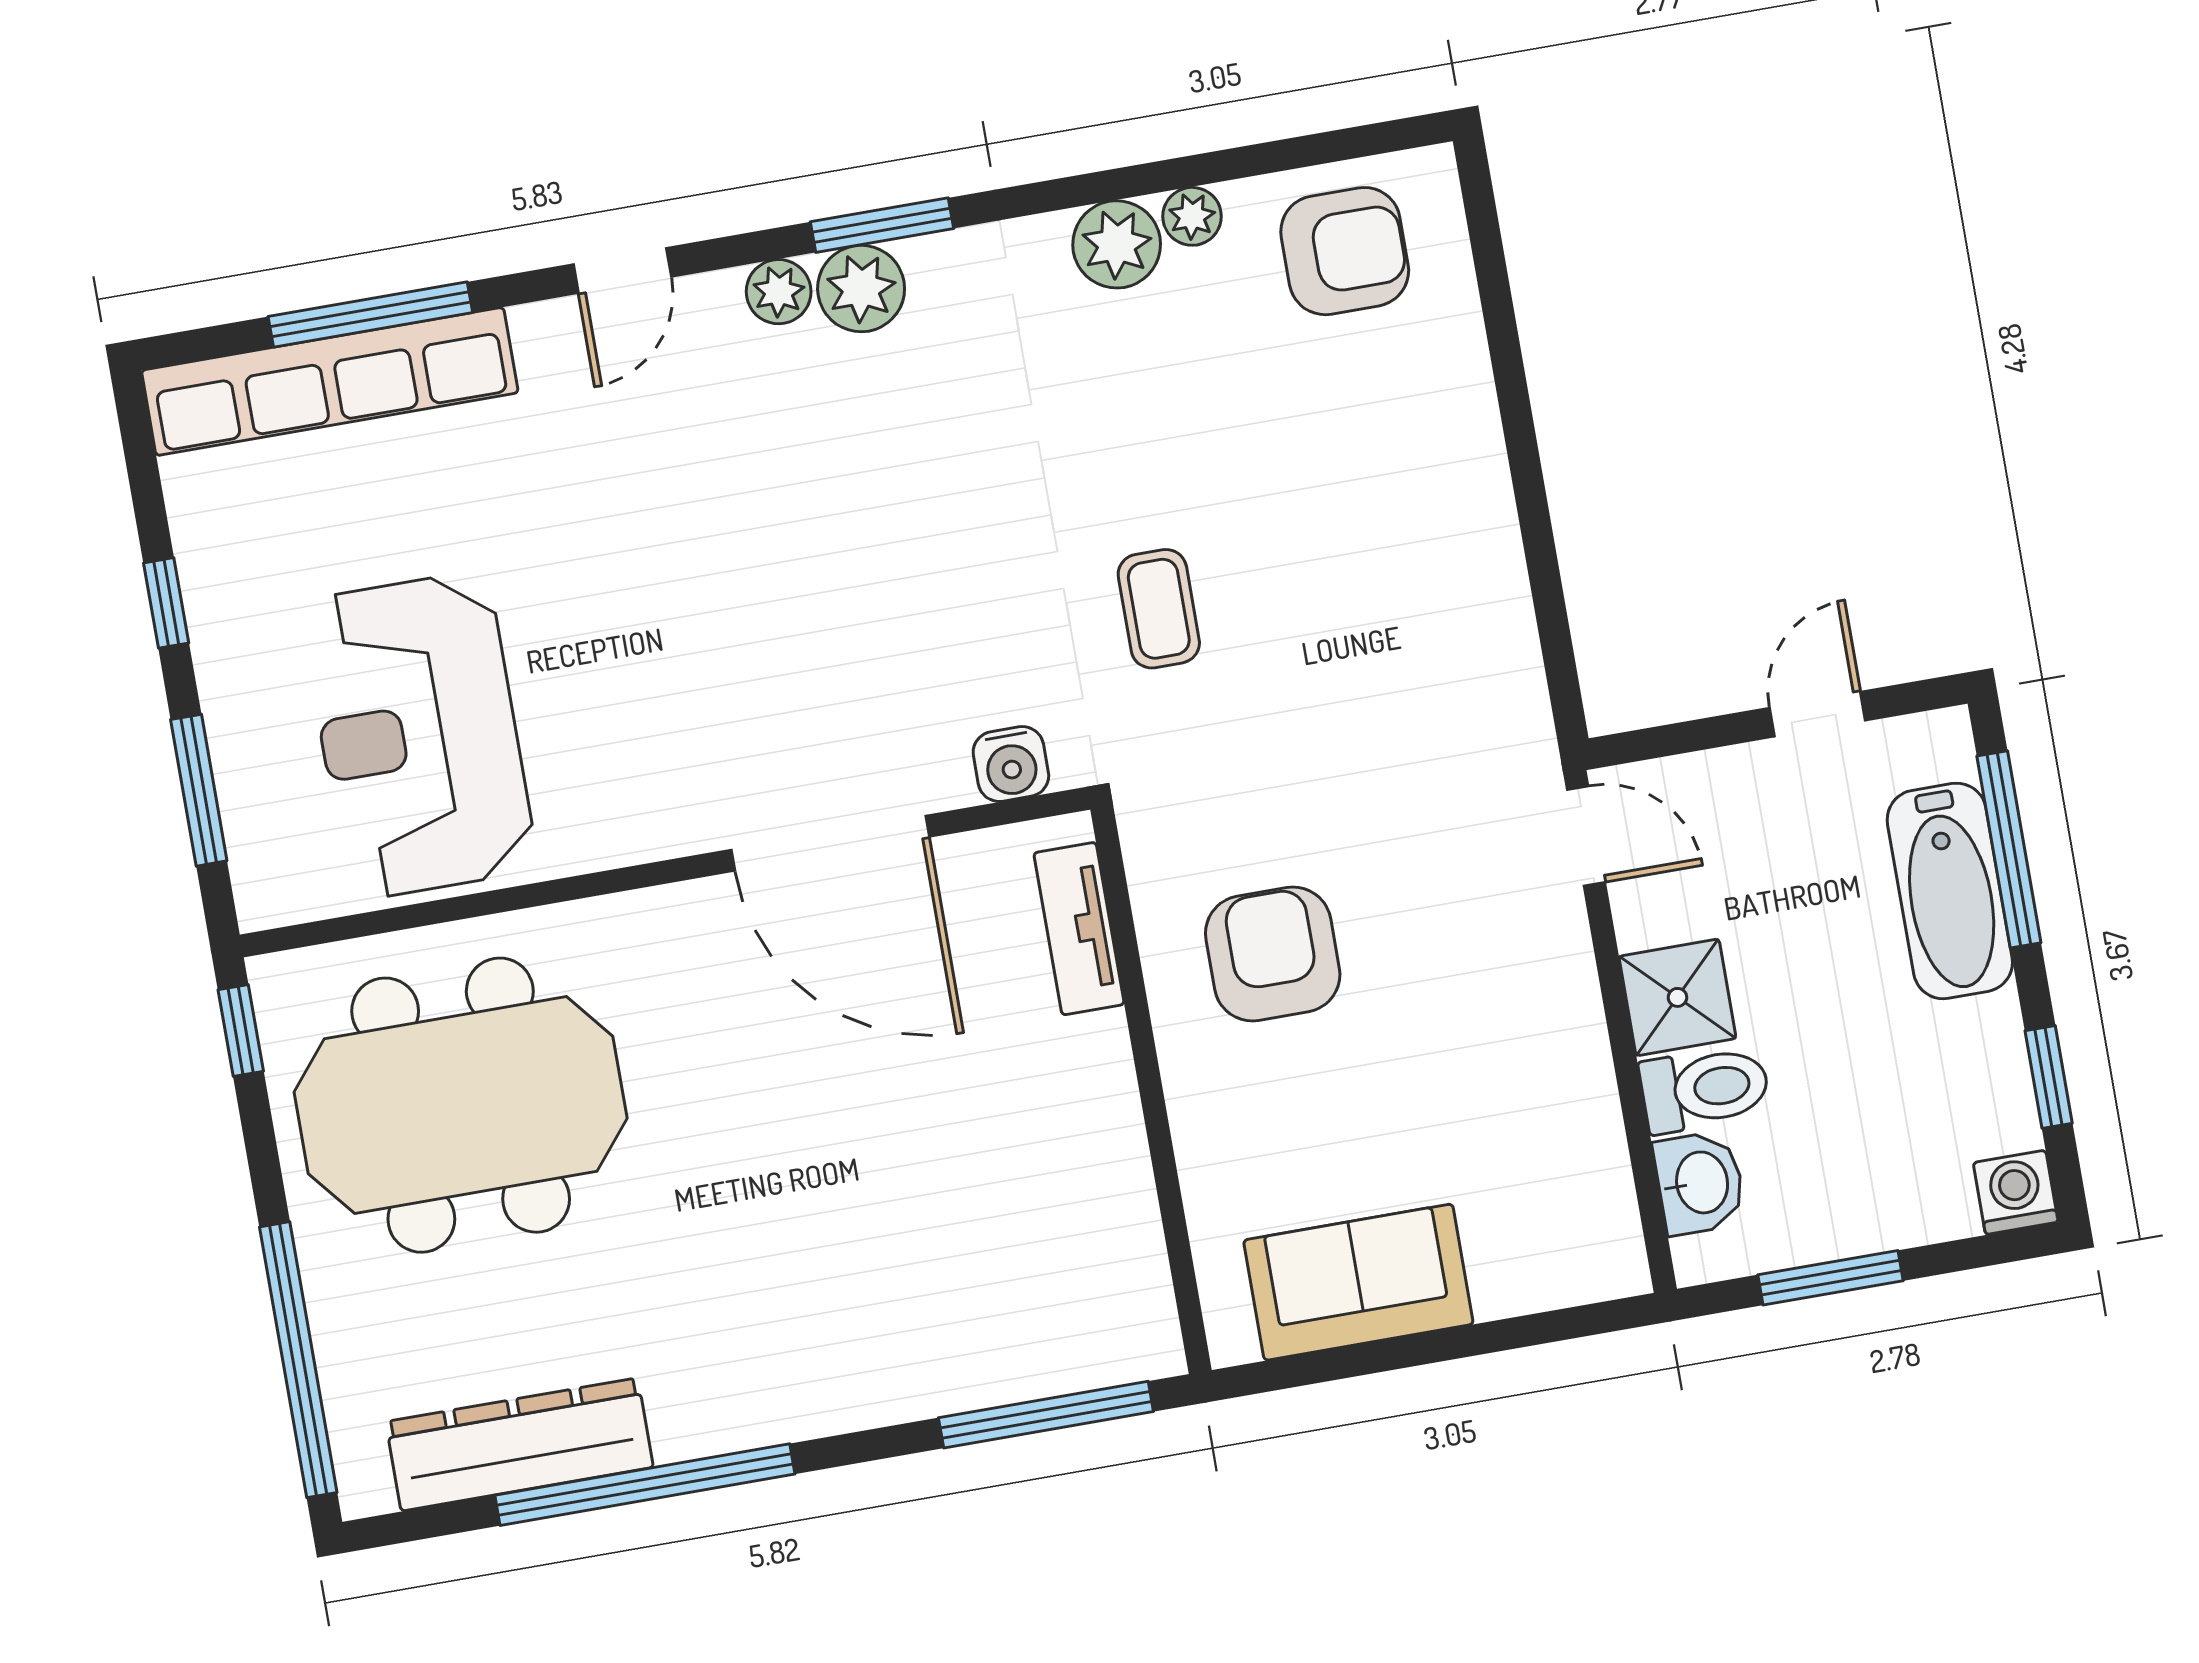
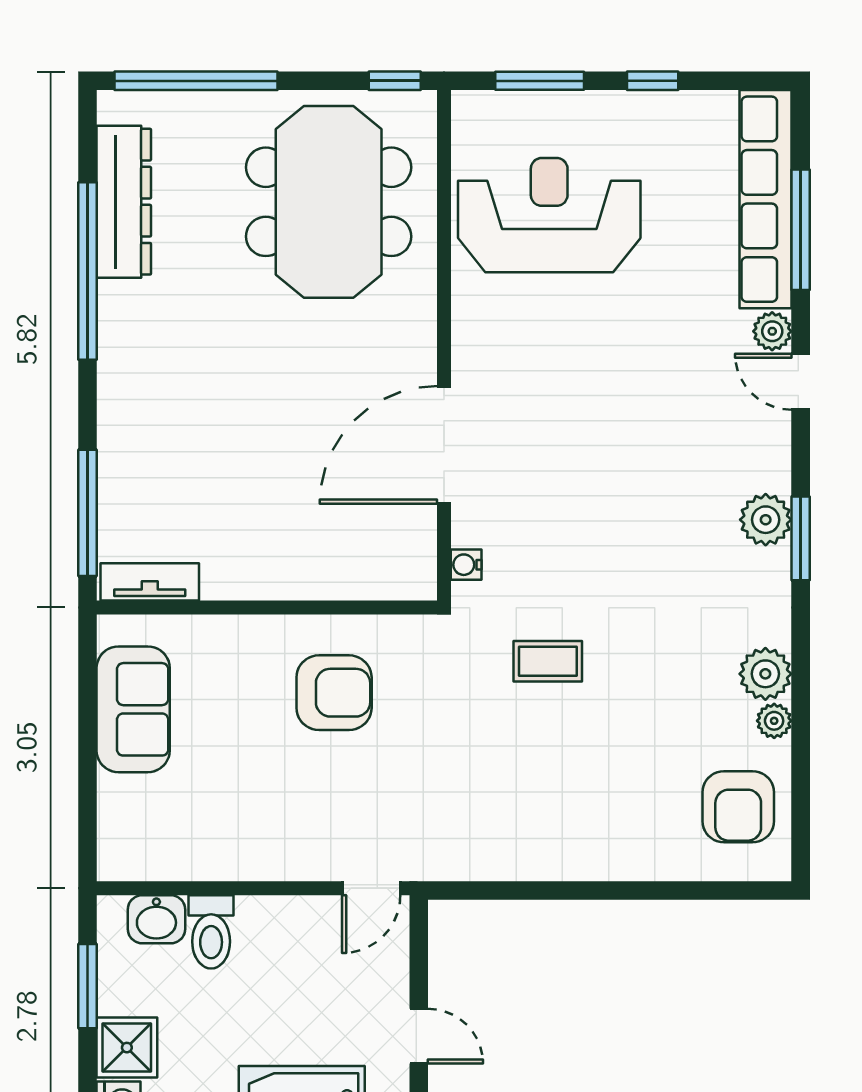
plant: (779, 292) -> (772, 331), moved
water cooler: (1011, 764) -> (466, 565), width x0.72, depth x0.72
tv unit: (1079, 929) -> (150, 582), moved
shower: (1677, 997) -> (127, 1048), moved

